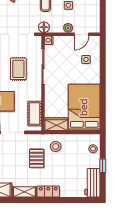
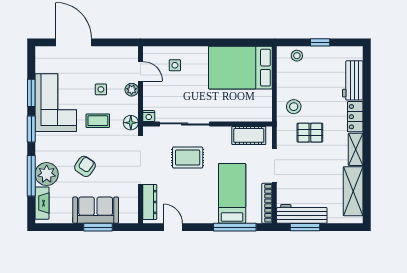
wardrobe: (56, 124) -> (263, 106), removed
workbench: (92, 183) -> (353, 80), moved, turned 90

